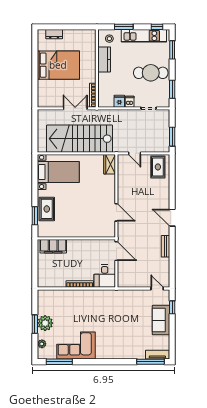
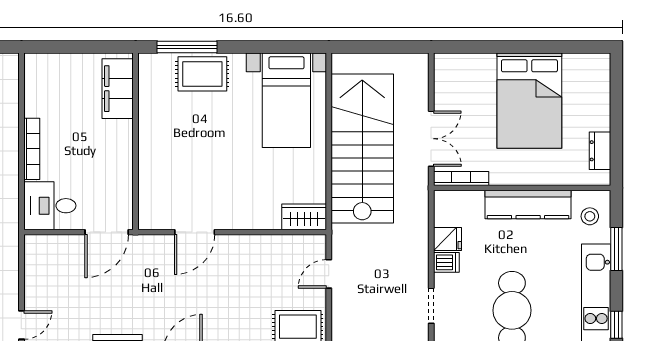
dresser: (54, 34) -> (600, 151), moved
kitchen counter: (104, 59) -> (528, 205), width x1.50
window: (35, 216) -> (187, 47), width x1.44

